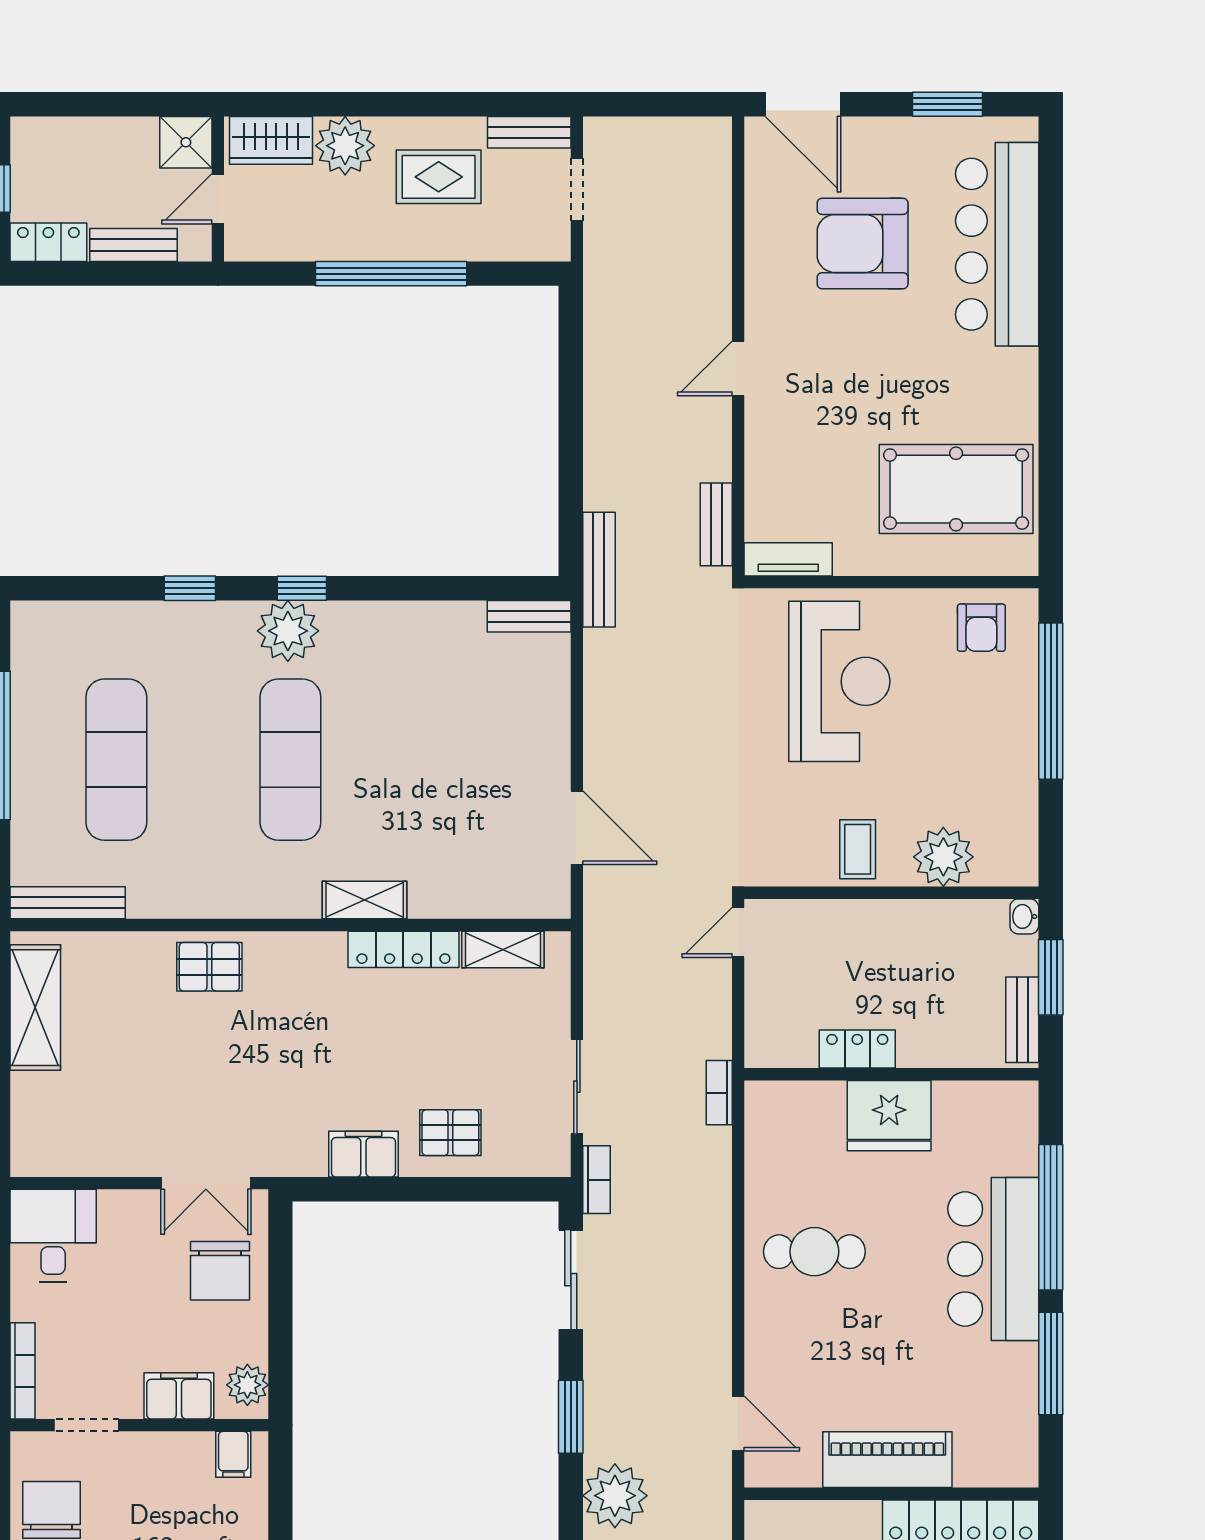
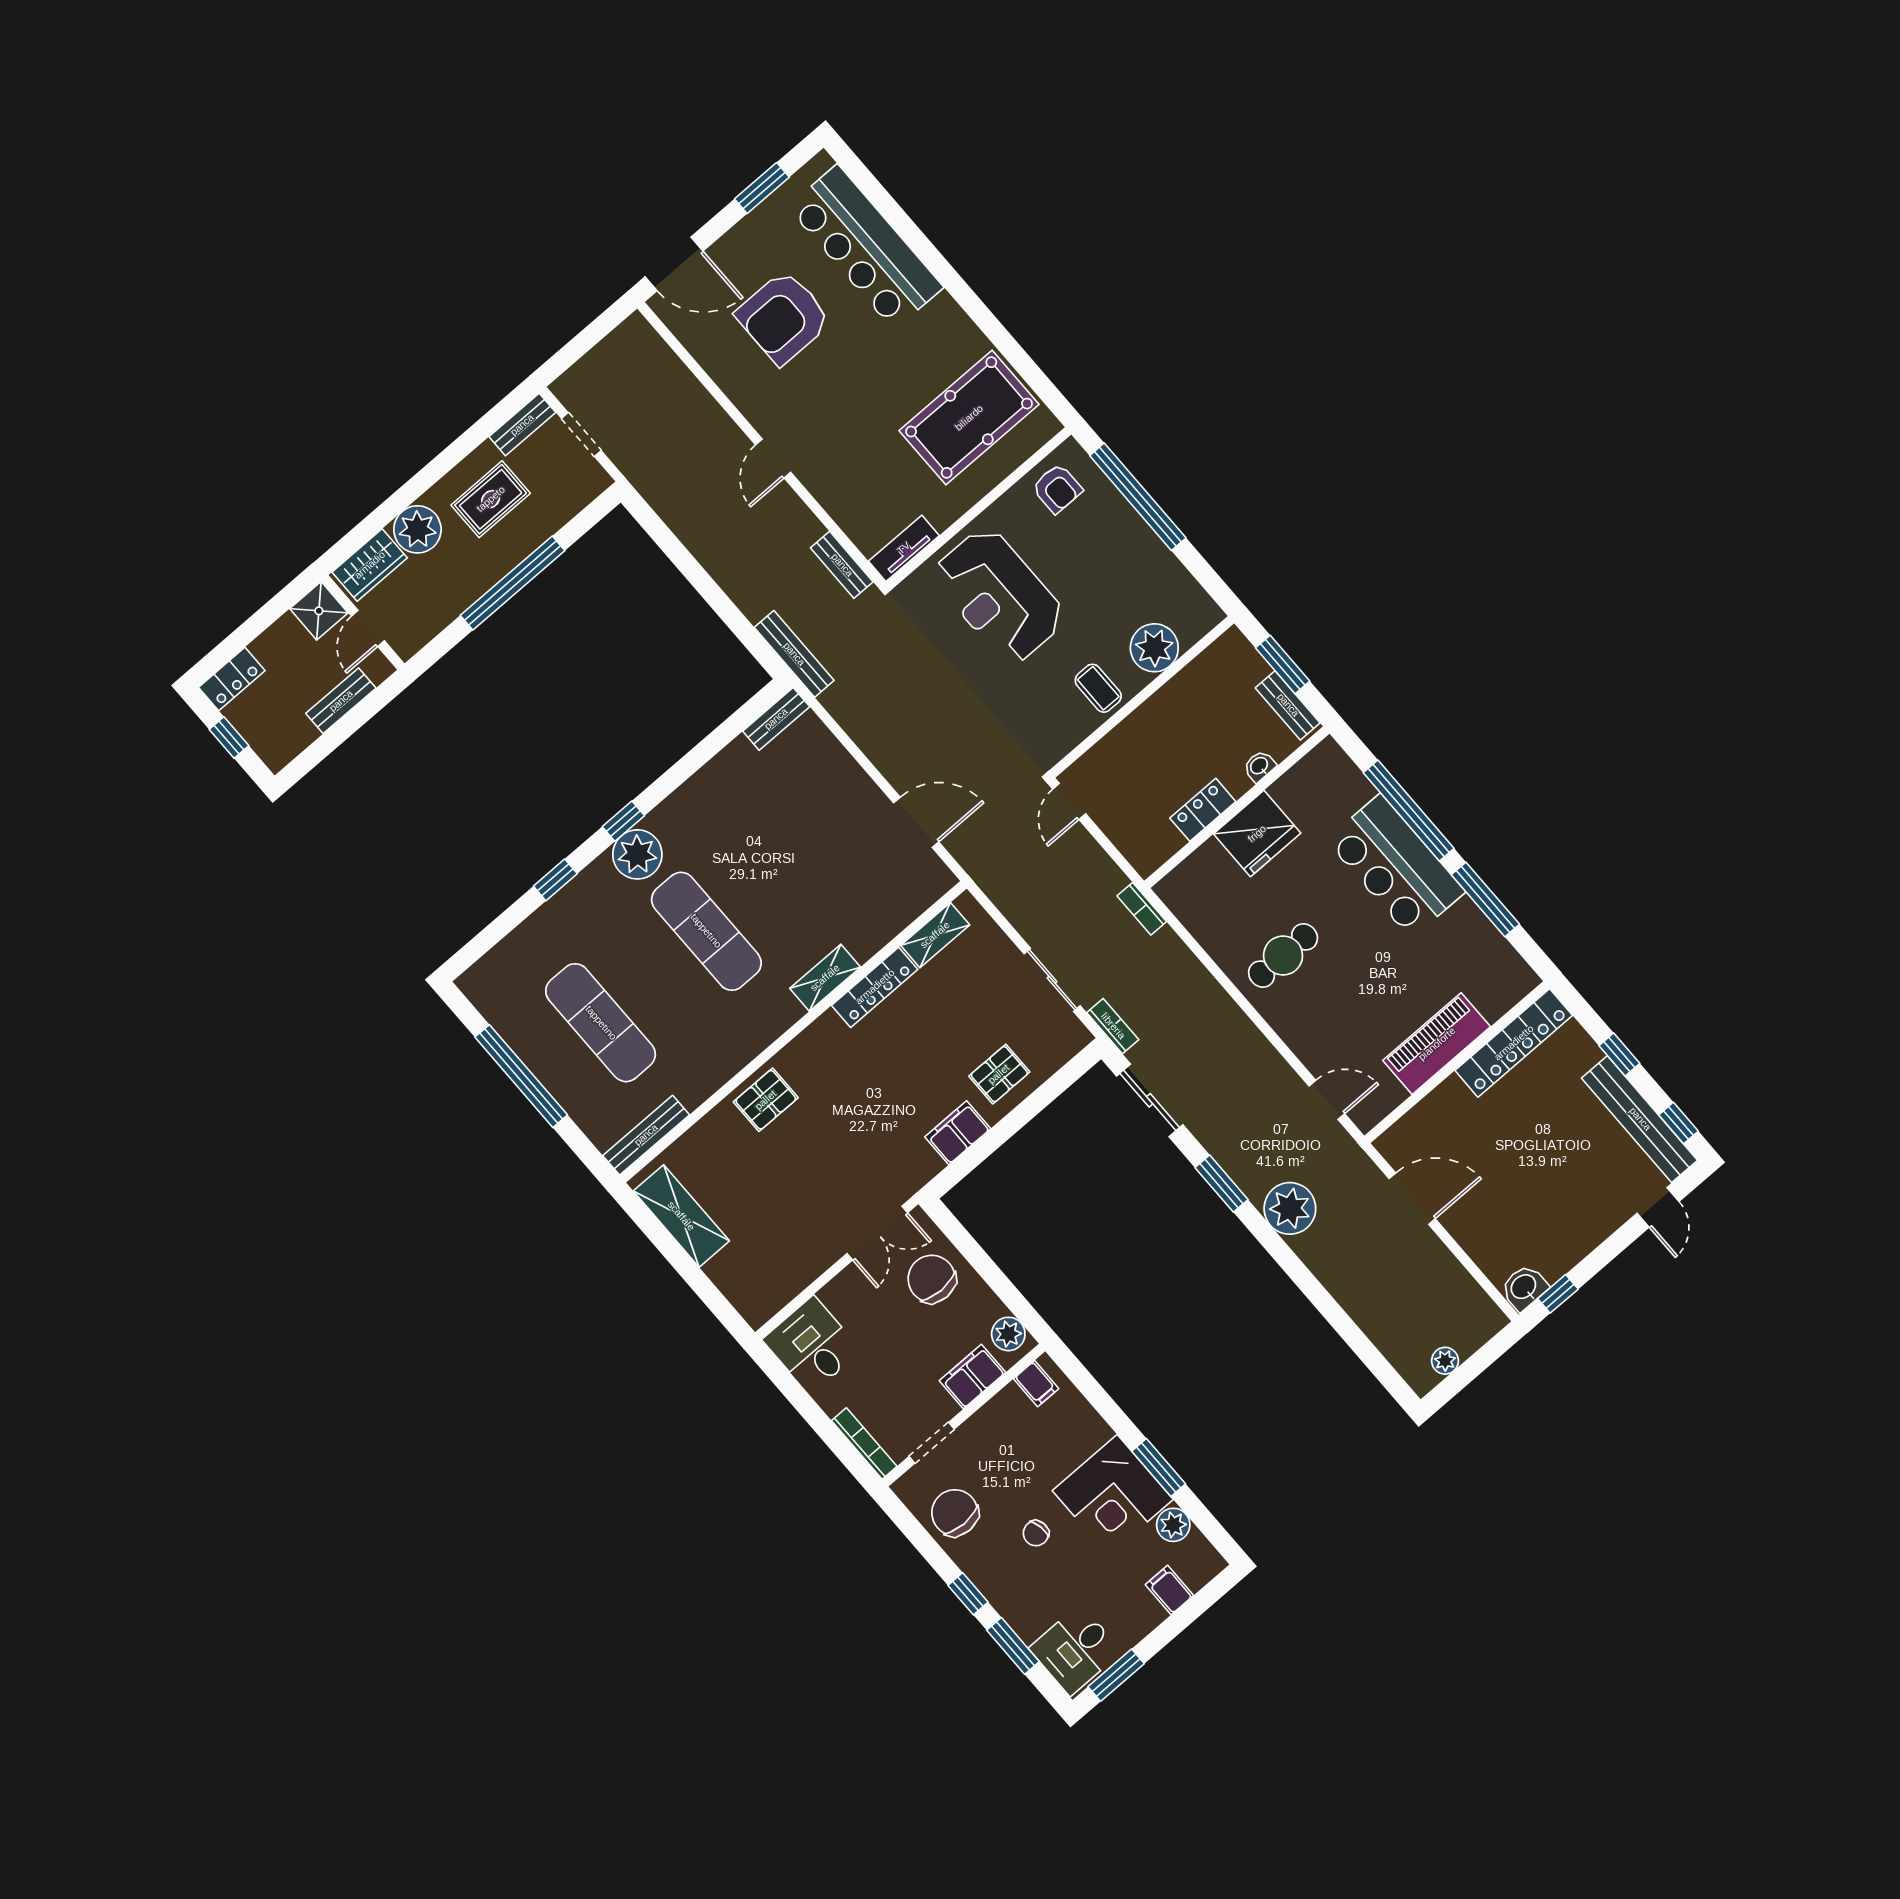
locker: (48, 242) -> (232, 679), moved, turned 180
reception desk: (839, 681) -> (999, 596), turned 180
washbasin: (1024, 916) -> (1259, 766), moved, turned 90
chair: (220, 1271) -> (932, 1279), turned 180

